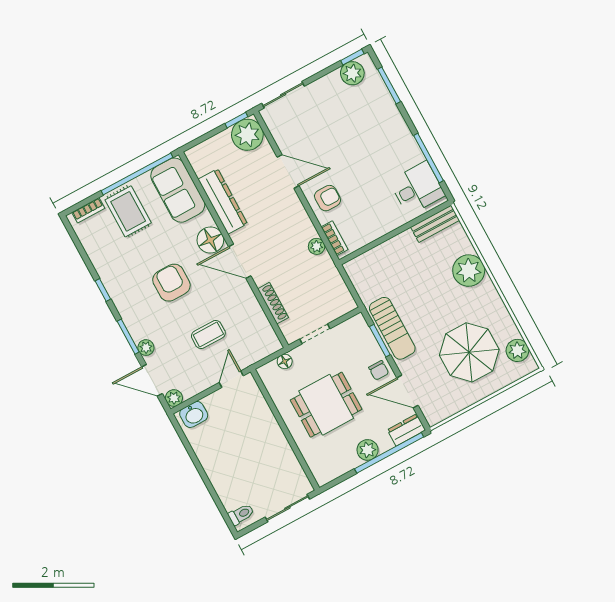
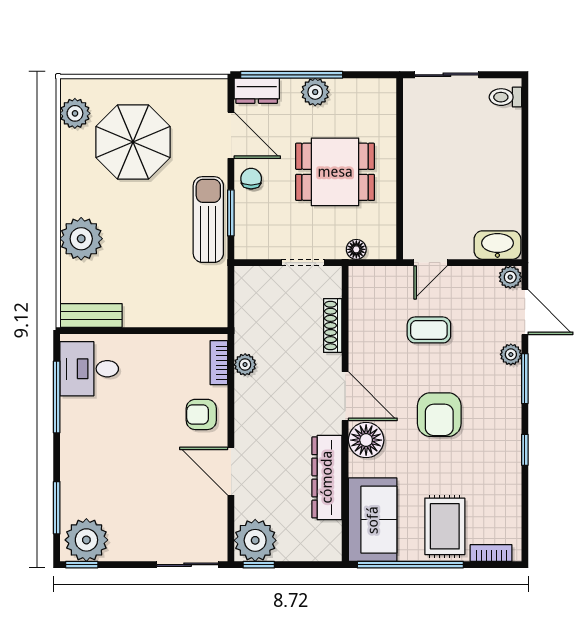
plant: (352, 73) -> (86, 540), width x1.36, depth x1.36
washbasin: (194, 414) -> (497, 245), width x1.38

